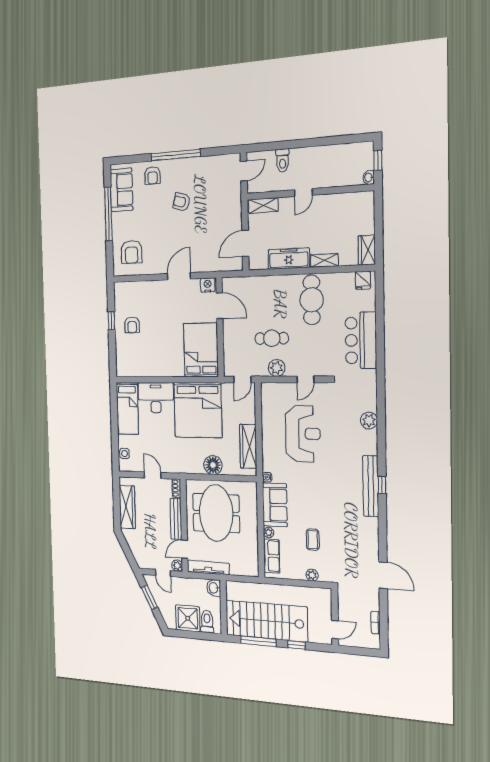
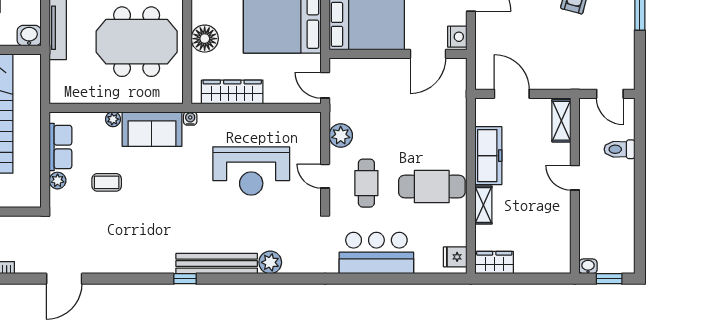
cafe table: (272, 338) -> (366, 183), moved
bench: (371, 486) -> (217, 264), moved
row of seats: (272, 556) -> (60, 147), moved, turned -90

